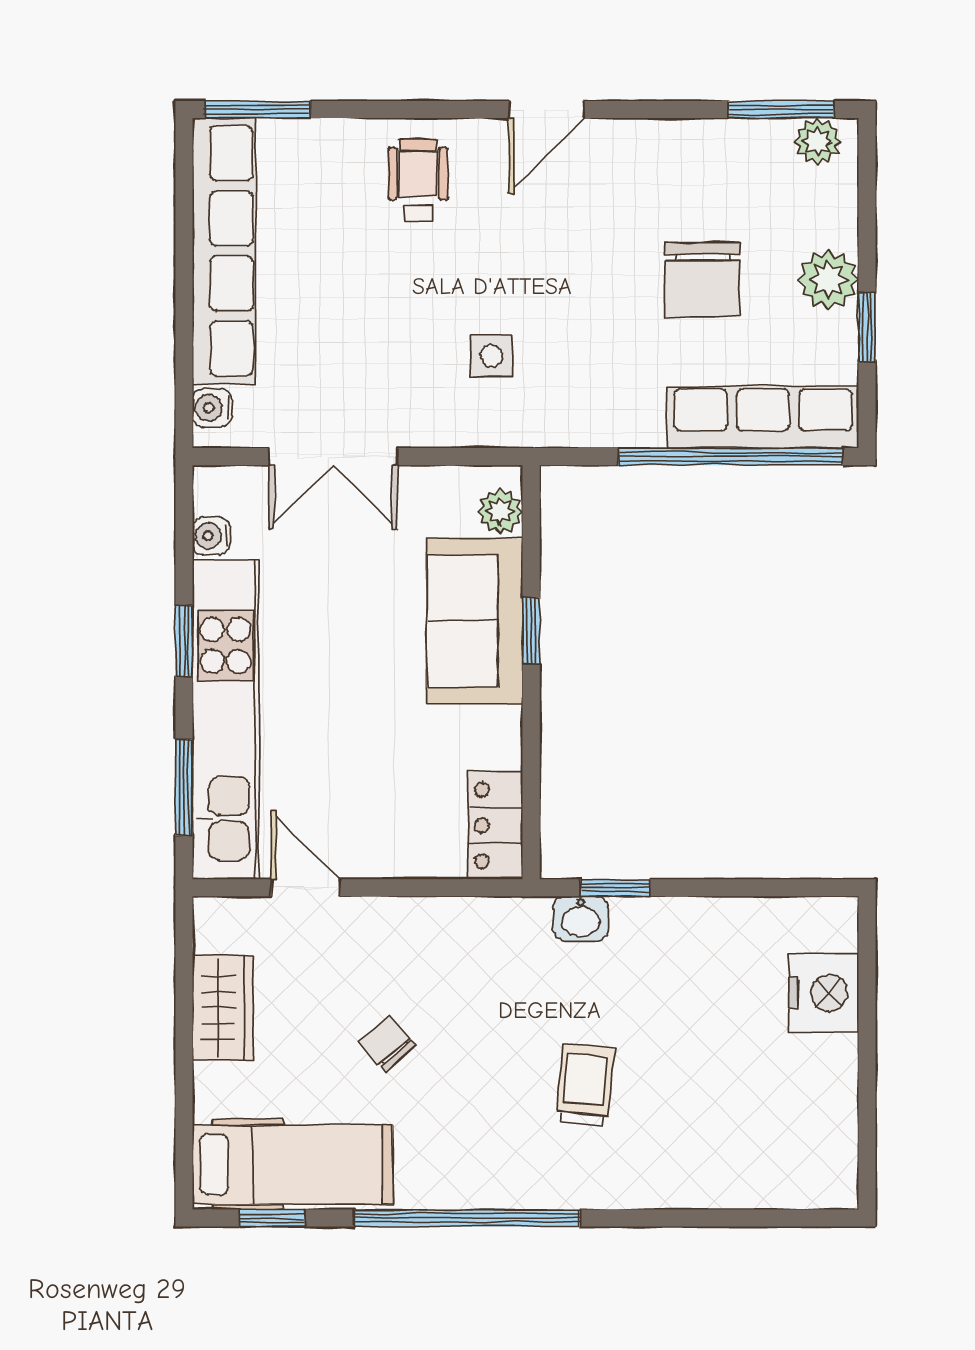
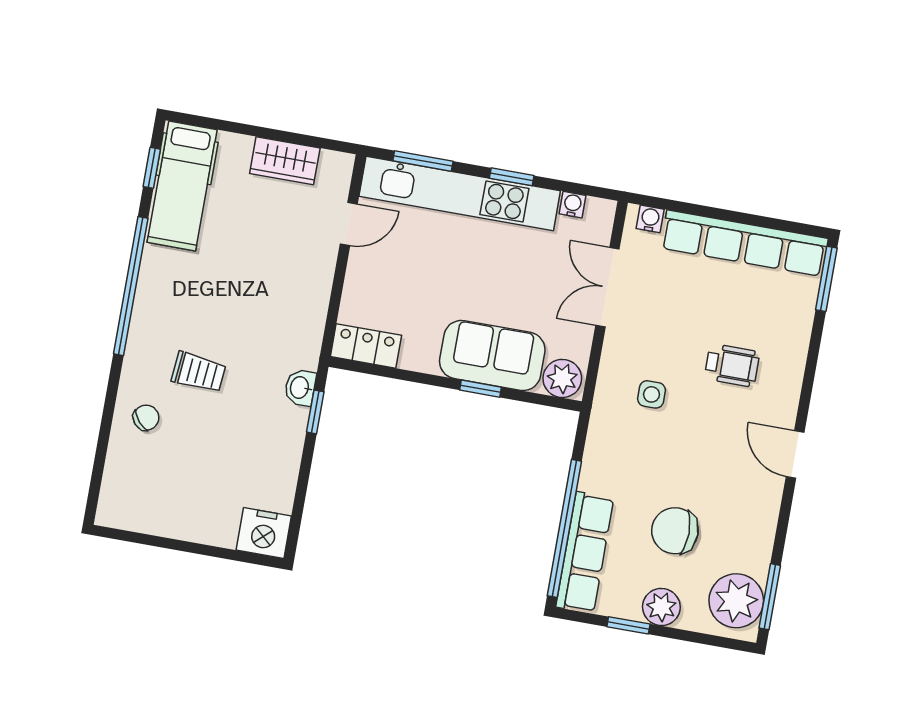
plant: (818, 141) -> (736, 601), width x1.87, depth x1.87
wheelchair: (418, 180) -> (732, 365), moved
plant: (500, 511) -> (562, 378), width x1.38, depth x1.38
nightstand: (823, 993) -> (264, 533), moved
chair: (387, 1044) -> (146, 418), moved

